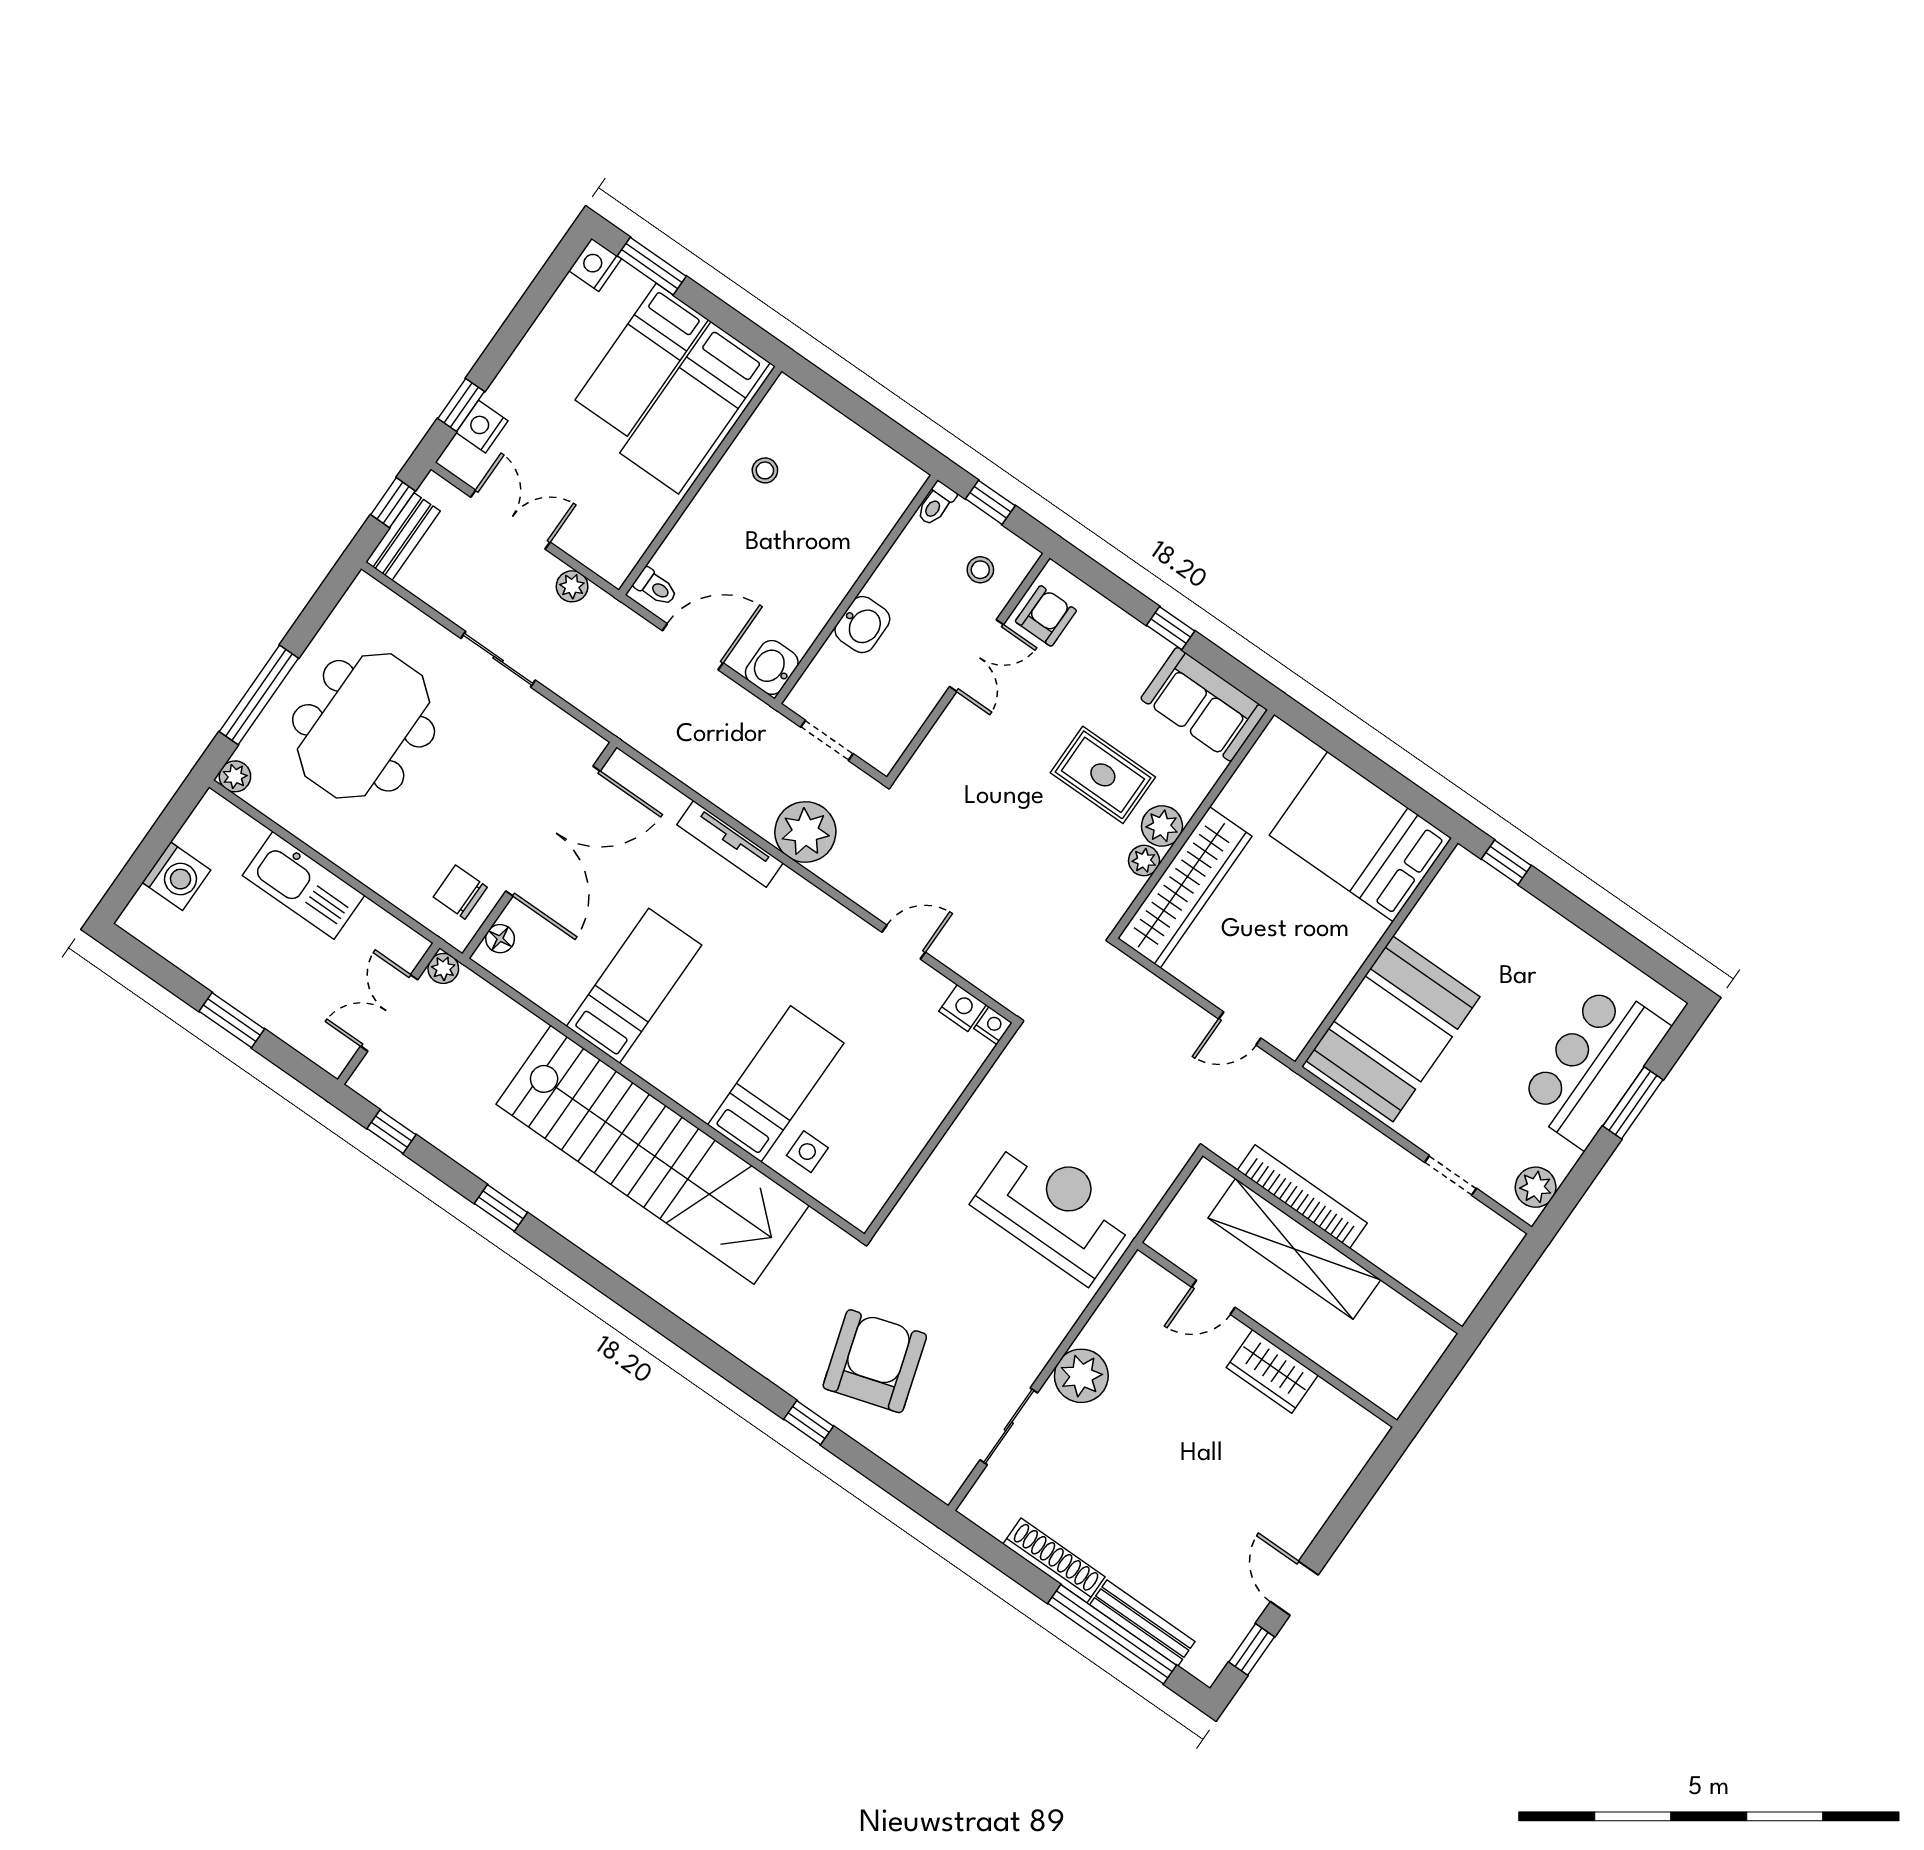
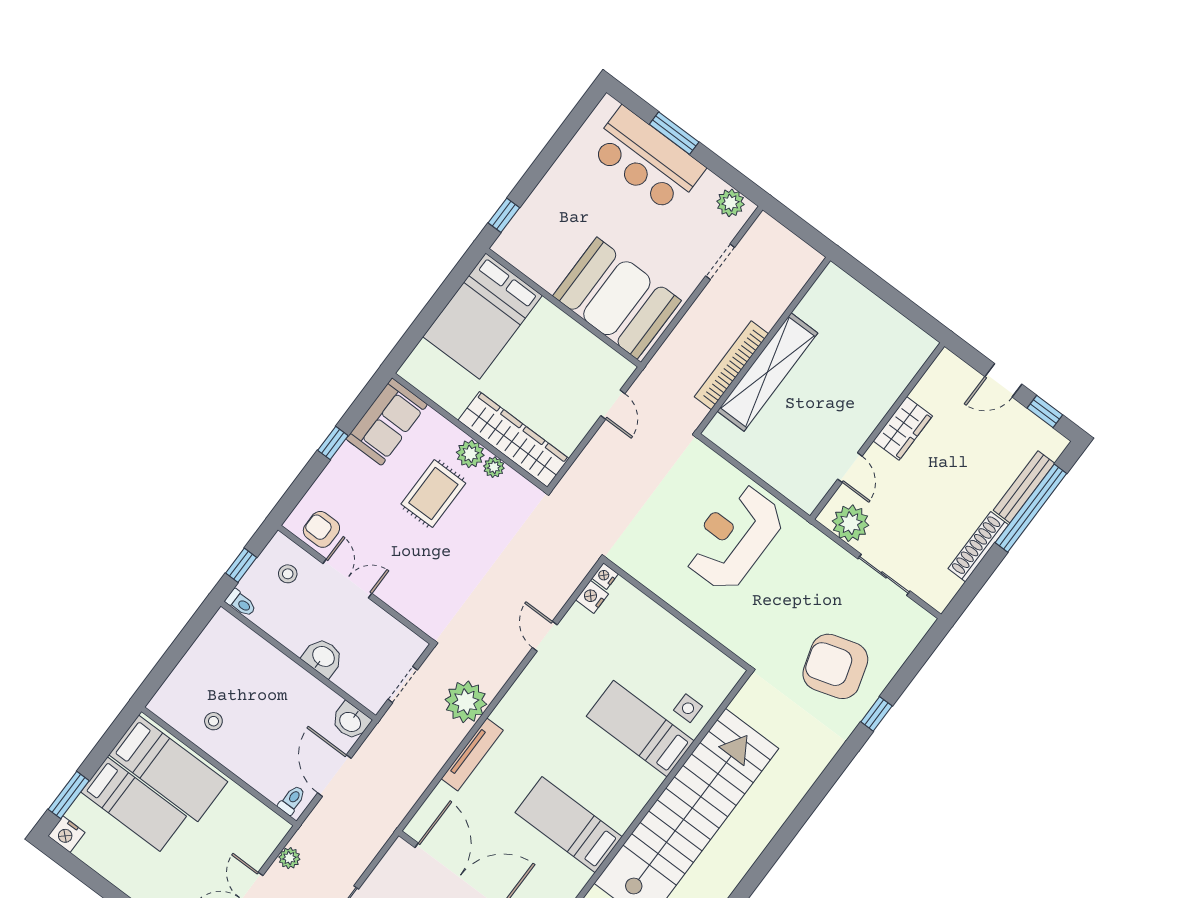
door: (1213, 1297) -> (850, 468), moved
wall: (1267, 1335) -> (877, 431), moved
wardrobe: (1272, 1371) -> (903, 428), moved

